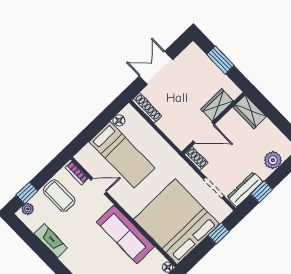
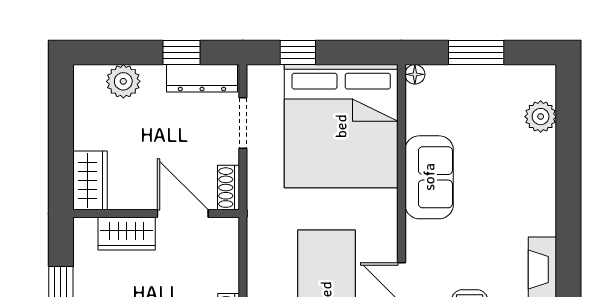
sofa: (126, 234) -> (429, 177), width x0.73

